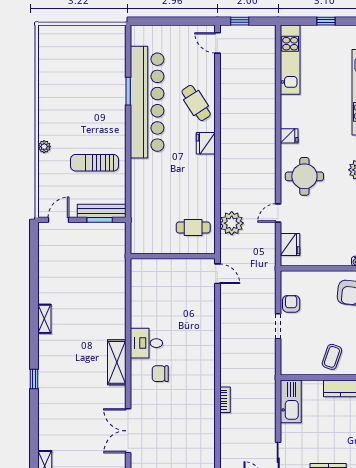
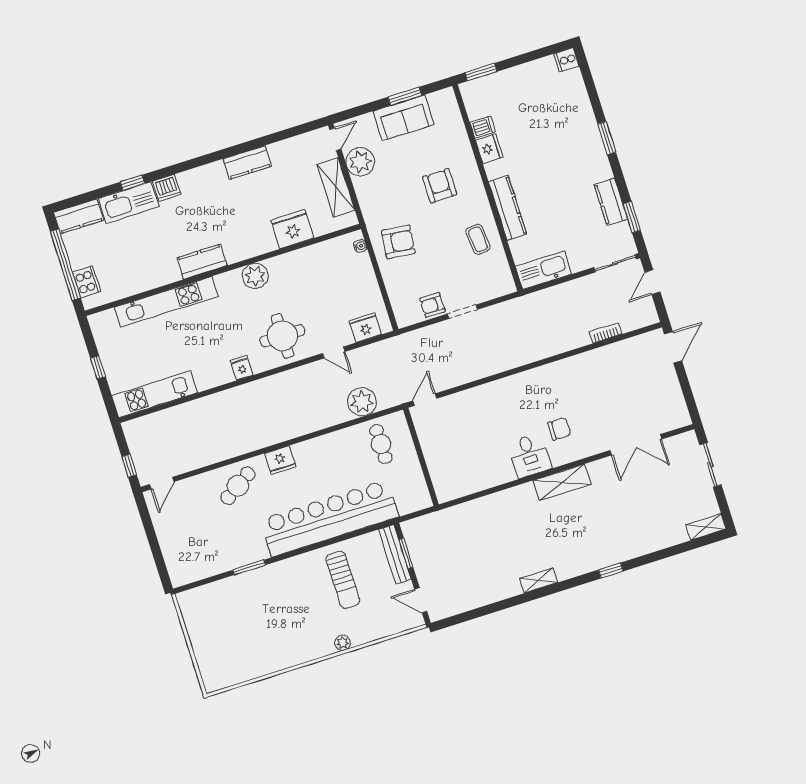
bar counter: (147, 102) -> (329, 518), moved
coffee table: (332, 357) -> (478, 239), turned 66
chair: (160, 374) -> (559, 429), turned -90
bookcase: (225, 400) -> (606, 333), moved

